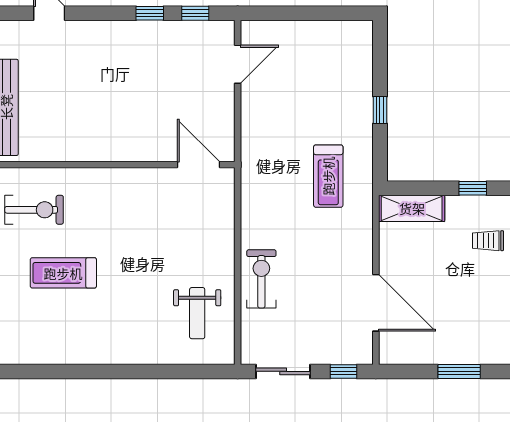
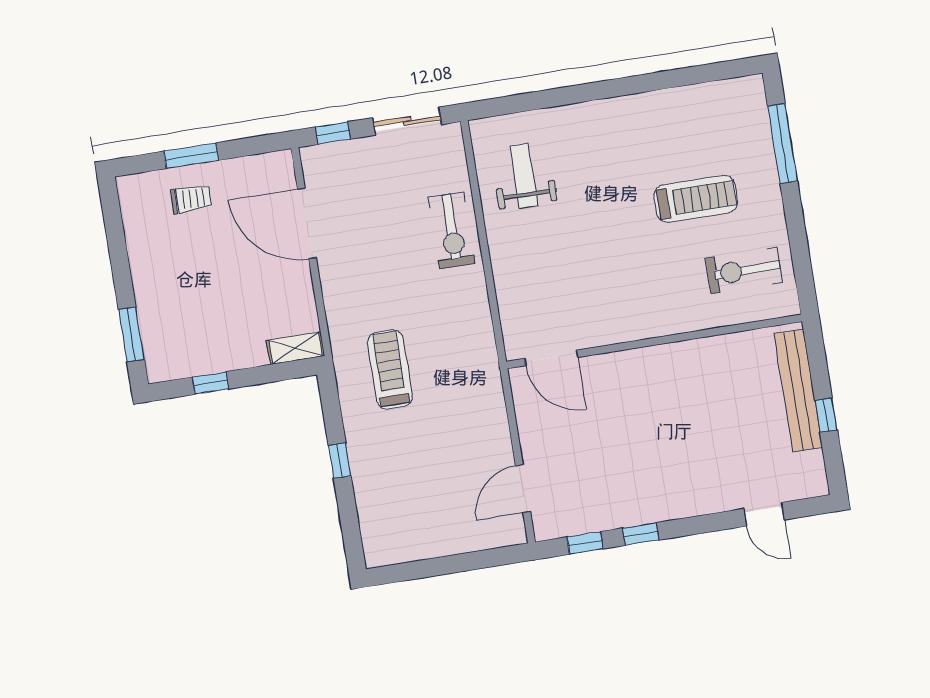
shelving: (412, 208) -> (296, 348), width x0.67, depth x0.75
trolley: (488, 241) -> (191, 199), moved

